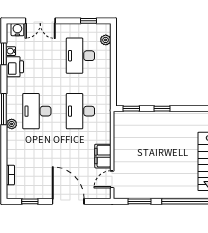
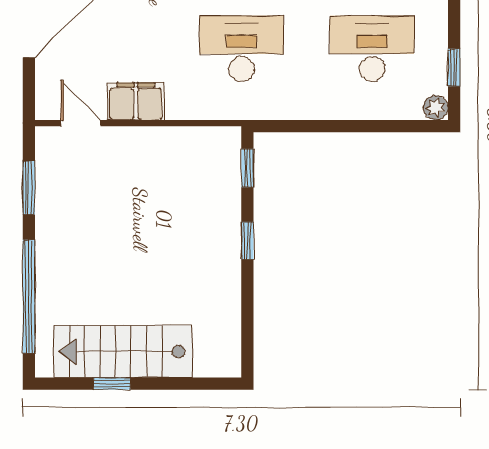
plant: (106, 40) -> (436, 108), moved

